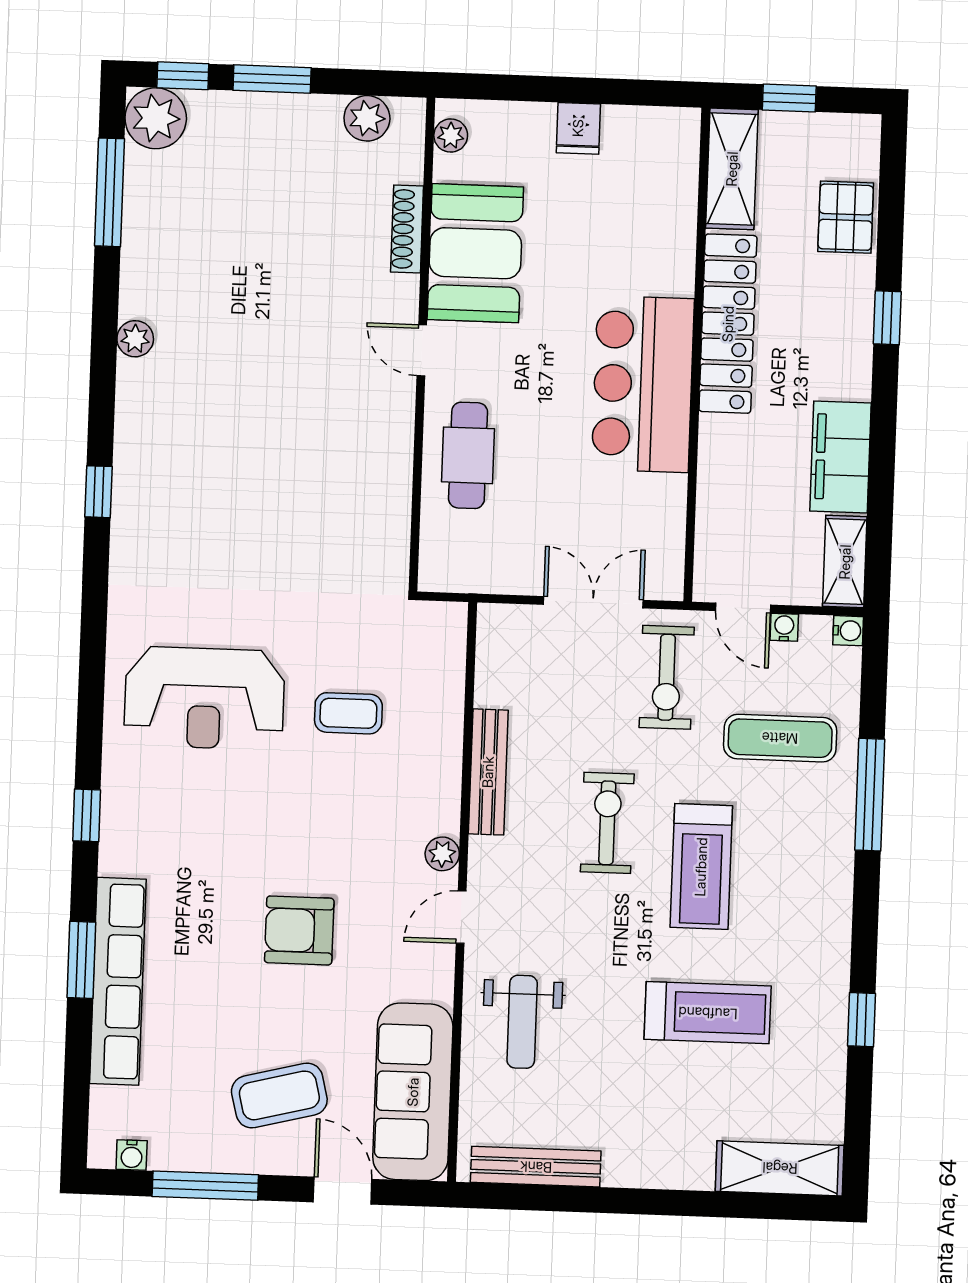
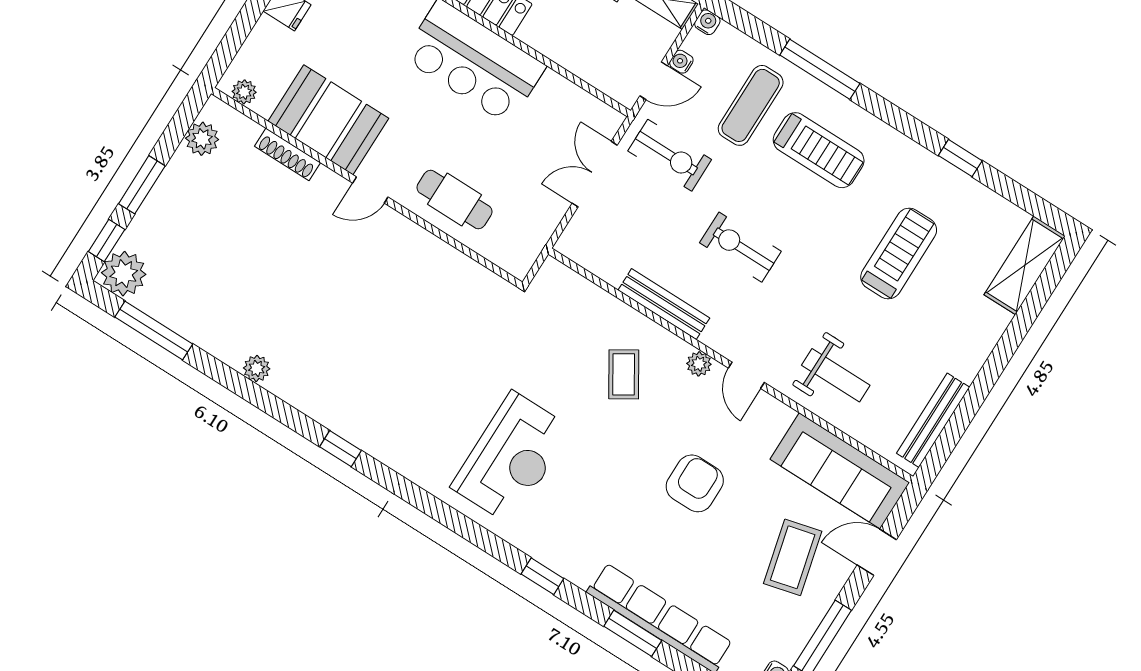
coffee table: (348, 713) -> (624, 374), moved, turned -32
treadmill: (701, 867) -> (819, 150), moved
armchair: (299, 930) -> (695, 483), turned 180

